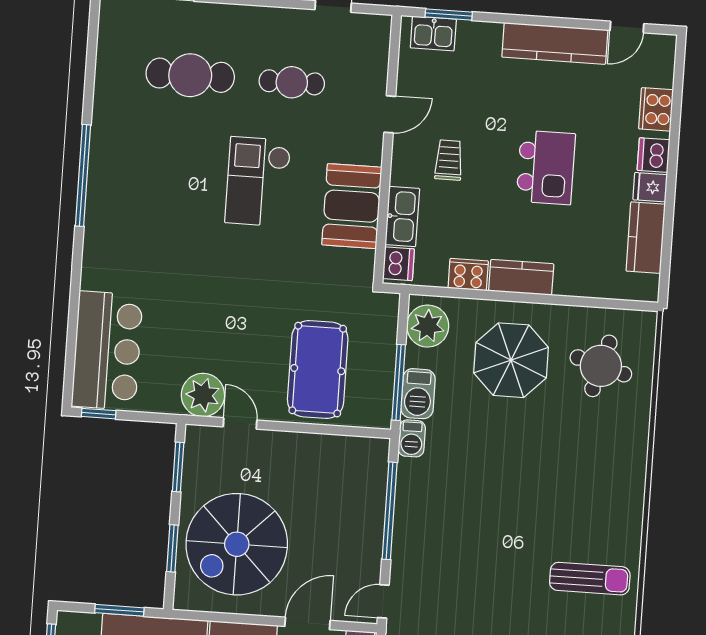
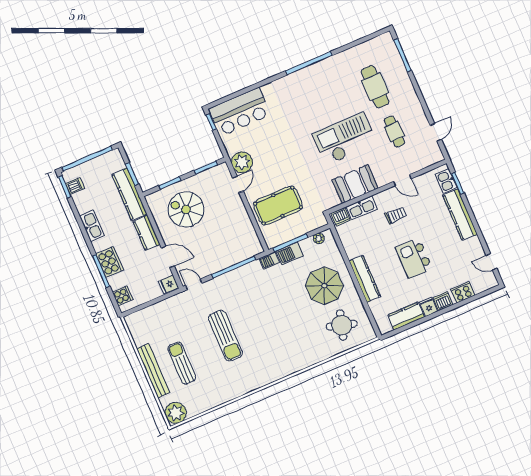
kitchen counter: (555, 43) -> (460, 215), moved
kitchen island: (546, 167) -> (414, 258), turned 90
checkout: (258, 182) -> (345, 139), width x1.36, depth x1.21
cooker: (468, 275) -> (351, 249), removed
kitchen counter: (521, 277) -> (365, 279), width x1.50
plant: (428, 326) -> (319, 238), width x0.53, depth x0.53
spiral stairs: (237, 544) -> (186, 209), width x0.73, depth x0.73
sun lounger: (590, 579) -> (225, 336), moved, width x1.36, depth x1.34

